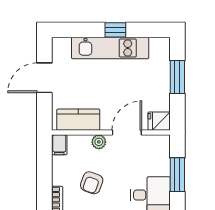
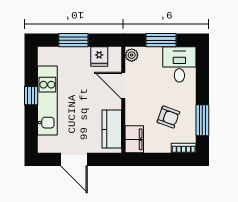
fridge: (159, 121) -> (99, 57), moved
plant: (99, 142) -> (132, 55), moved
filing cabinet: (59, 145) -> (134, 139), width x2.00

